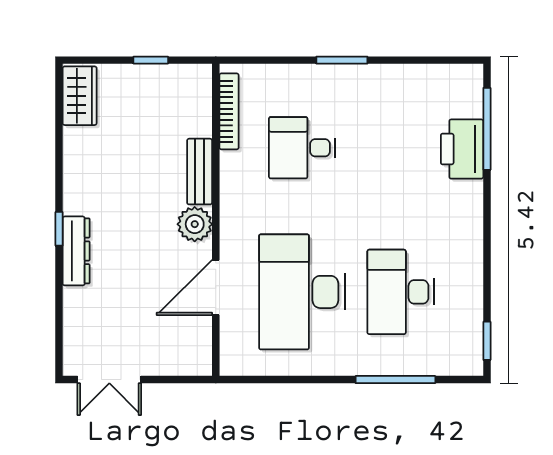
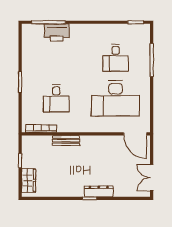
wardrobe: (80, 96) -> (29, 180), moved, turned 90
plant: (195, 224) -> (88, 143), removed
door: (216, 288) -> (135, 134), moved
desk: (401, 292) -> (116, 58), width x0.73
double door: (109, 380) -> (152, 178), swing flipped

